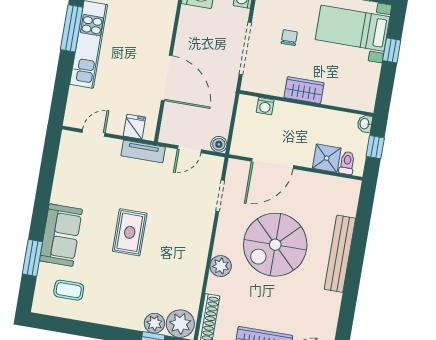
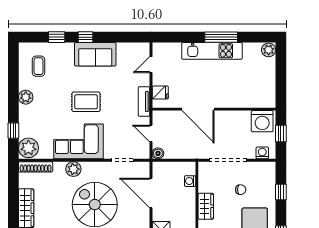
door: (167, 78) -> (198, 109), hinge flipped
door: (94, 133) -> (151, 65), swing flipped
window: (39, 218) -> (85, 37), added
sofa: (61, 235) -> (95, 54), moved
corner sofa: (183, 252) -> (79, 141), added
window: (32, 258) -> (57, 37), width x0.67
plant: (154, 323) -> (26, 97), moved

